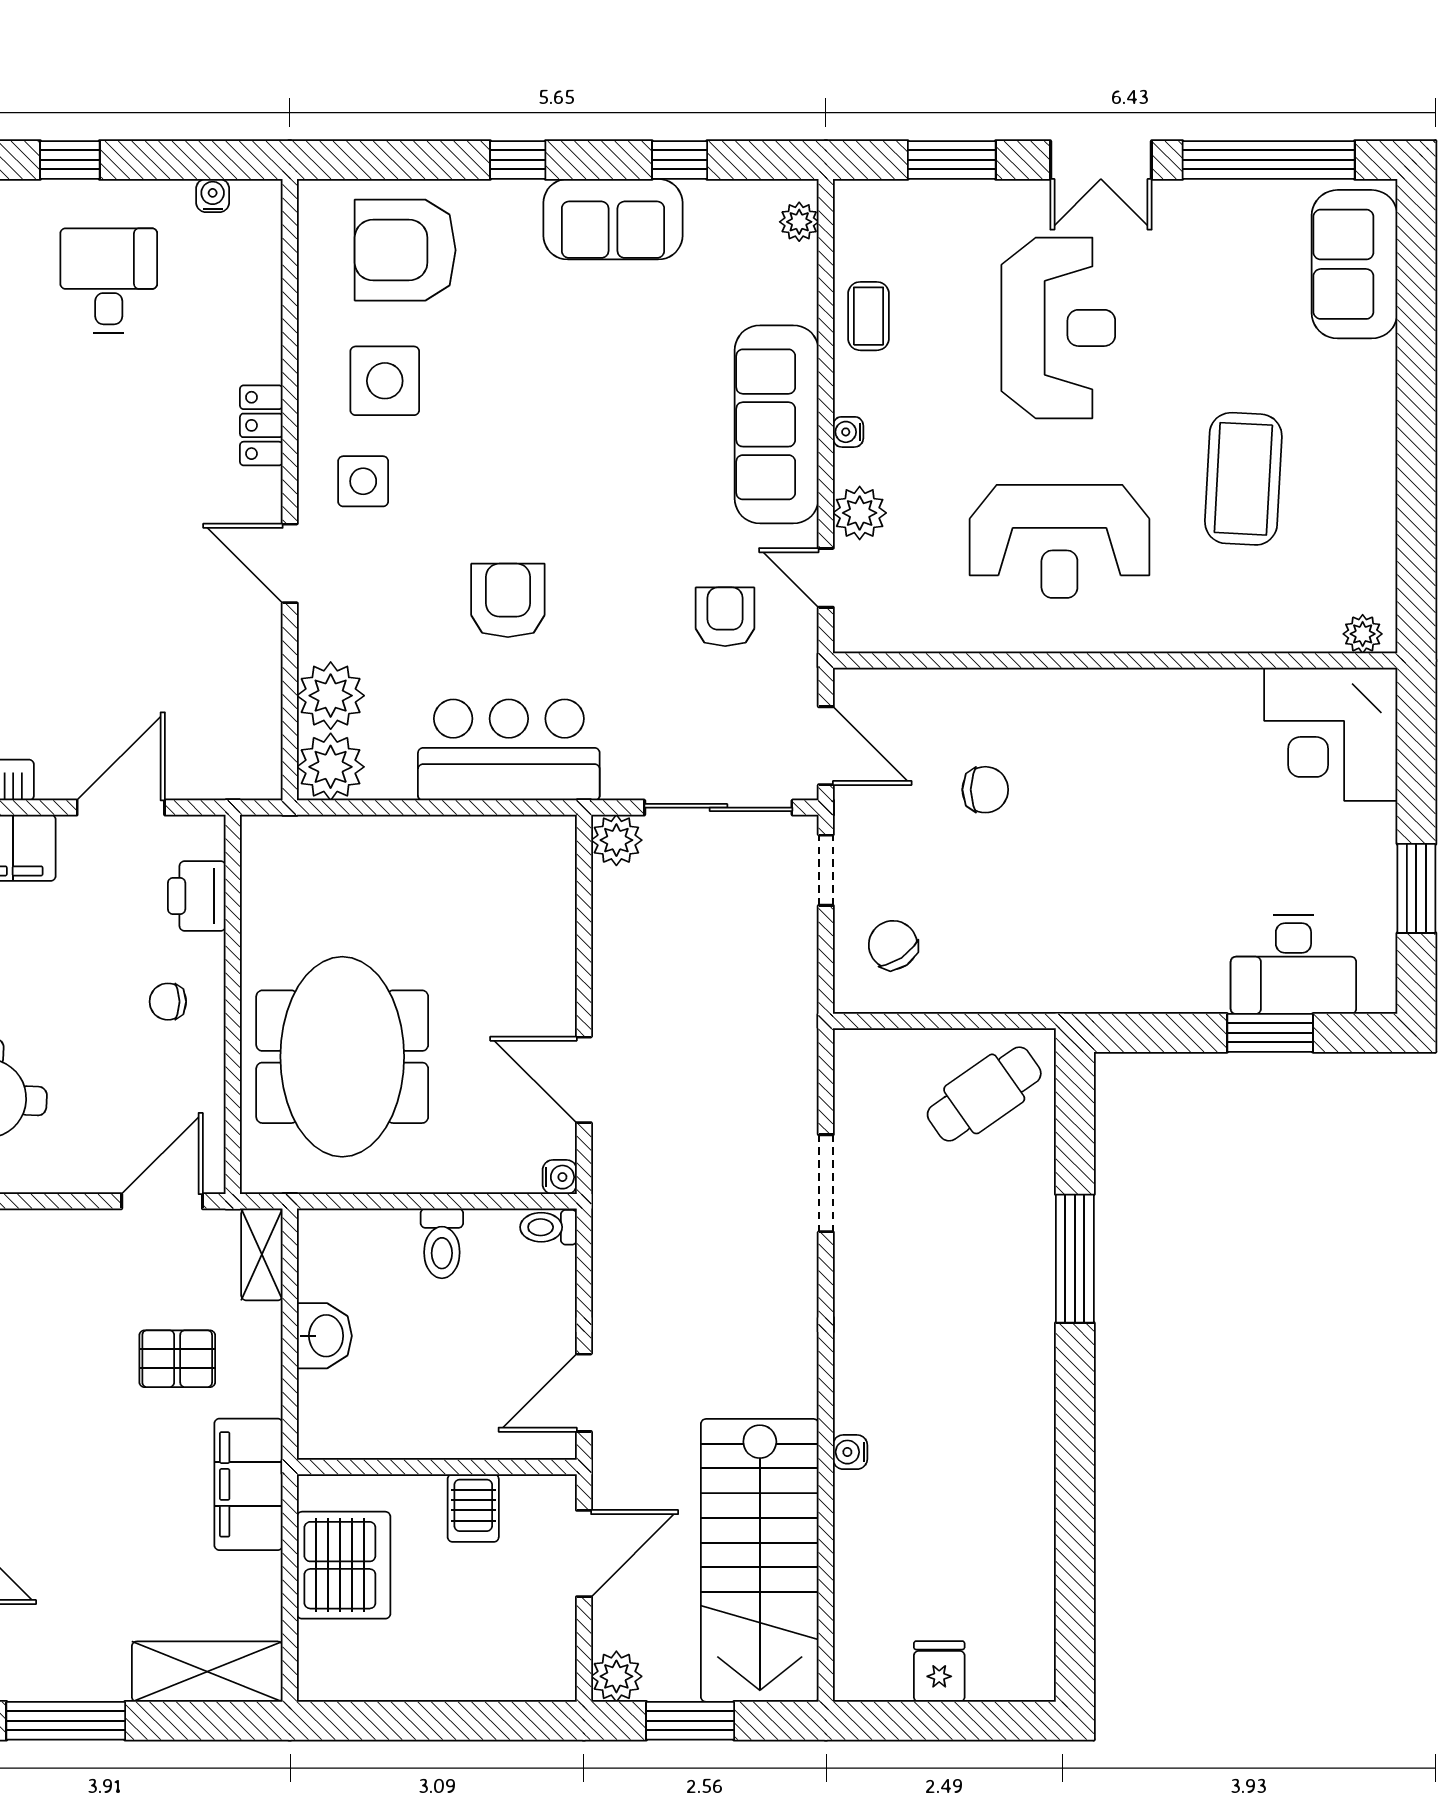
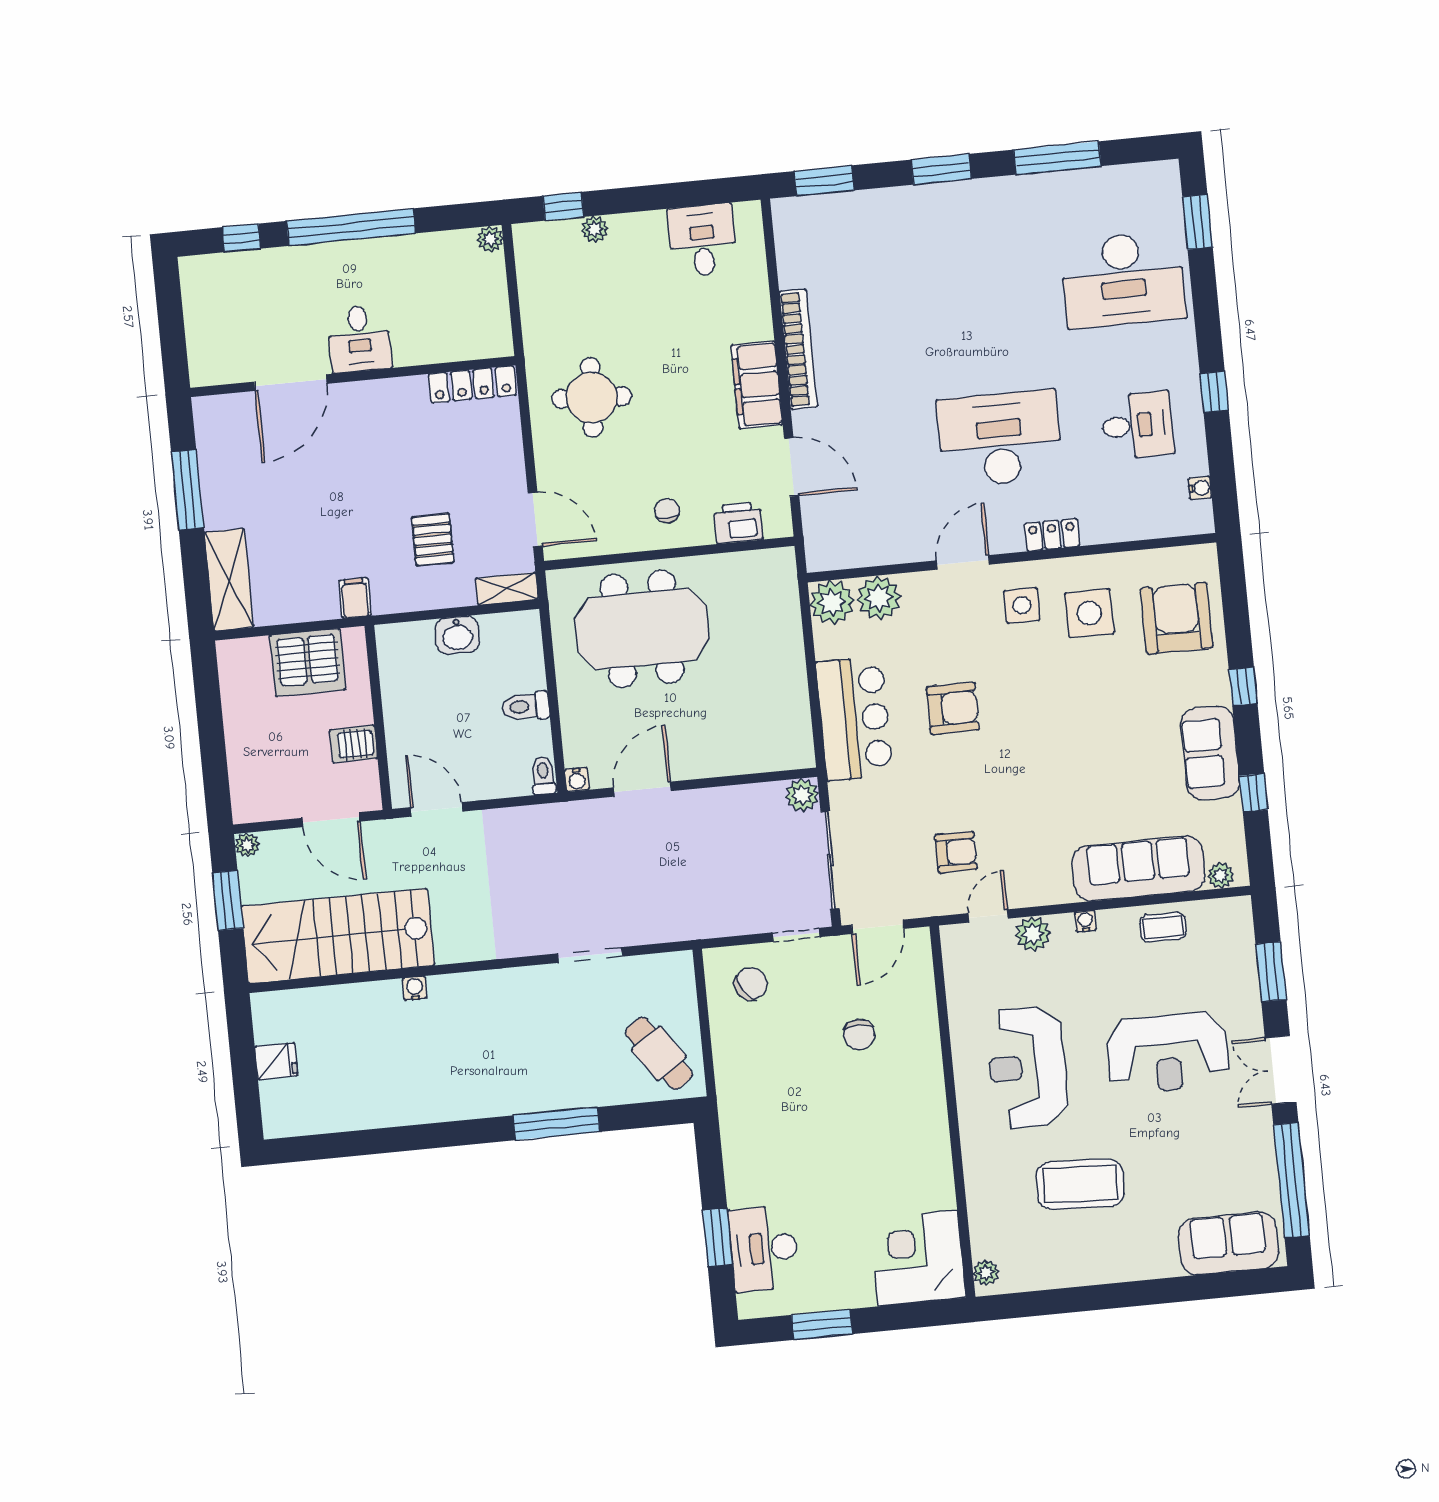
sofa: (777, 424) -> (1139, 869), moved
desk: (109, 490) -> (1000, 439), added
filing cabinet: (249, 1484) -> (355, 598), width x0.33, depth x0.86
plant: (616, 1676) -> (247, 845), width x0.73, depth x0.73

